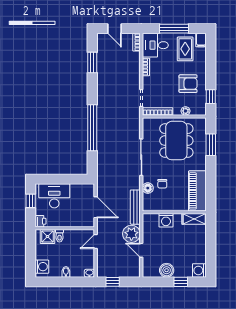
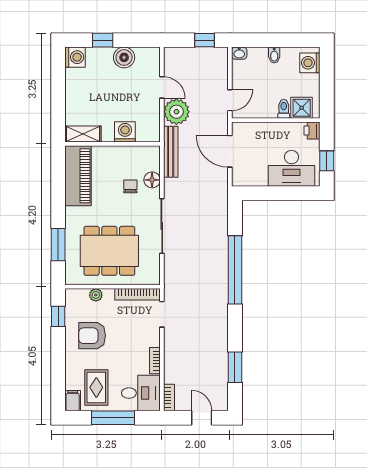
dining table: (176, 141) -> (109, 251), turned 90

